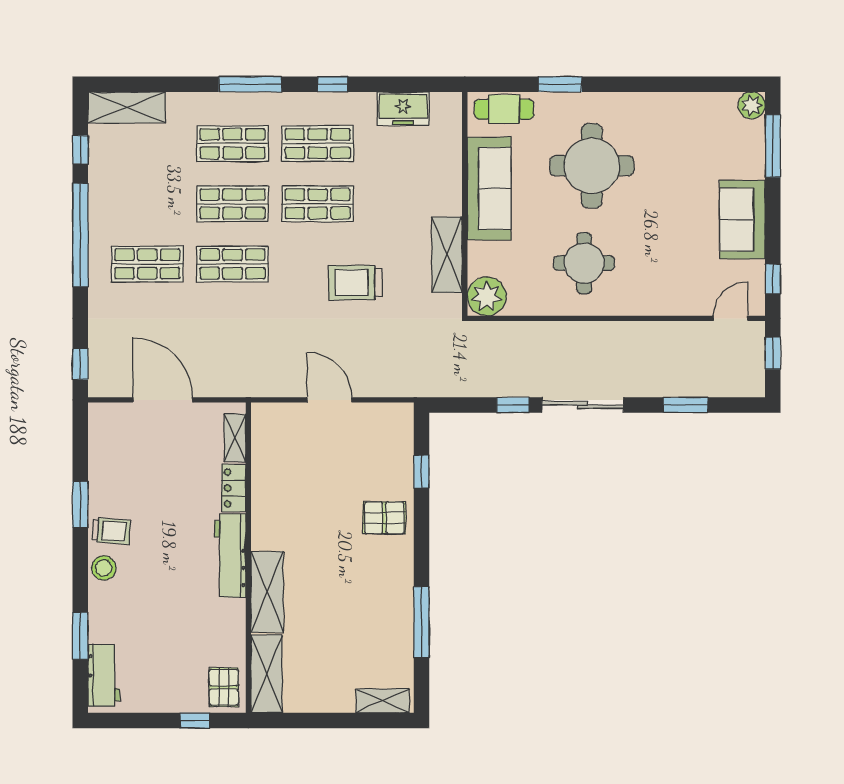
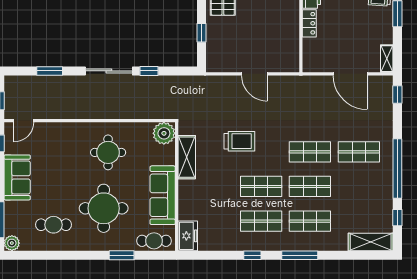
freezer: (403, 109) -> (188, 236), moved, turned 90
cafe table: (679, 137) -> (53, 225), added
shelving: (235, 438) -> (387, 59), moved

